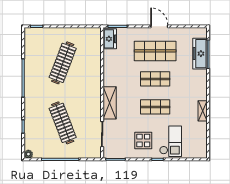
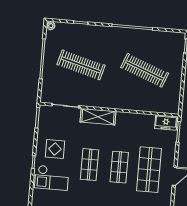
clothes rail: (63, 123) -> (81, 65), turned 36

